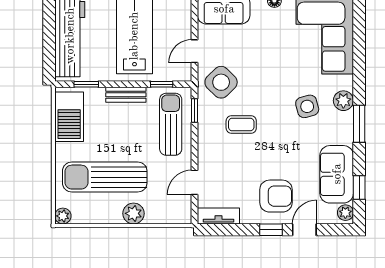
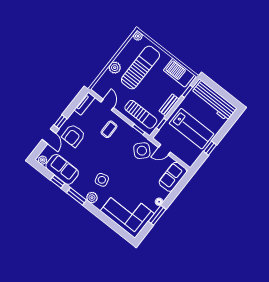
door: (195, 51) -> (164, 150), swing flipped
coffee table: (241, 124) -> (109, 129), moved
window: (359, 187) -> (58, 182), moved

